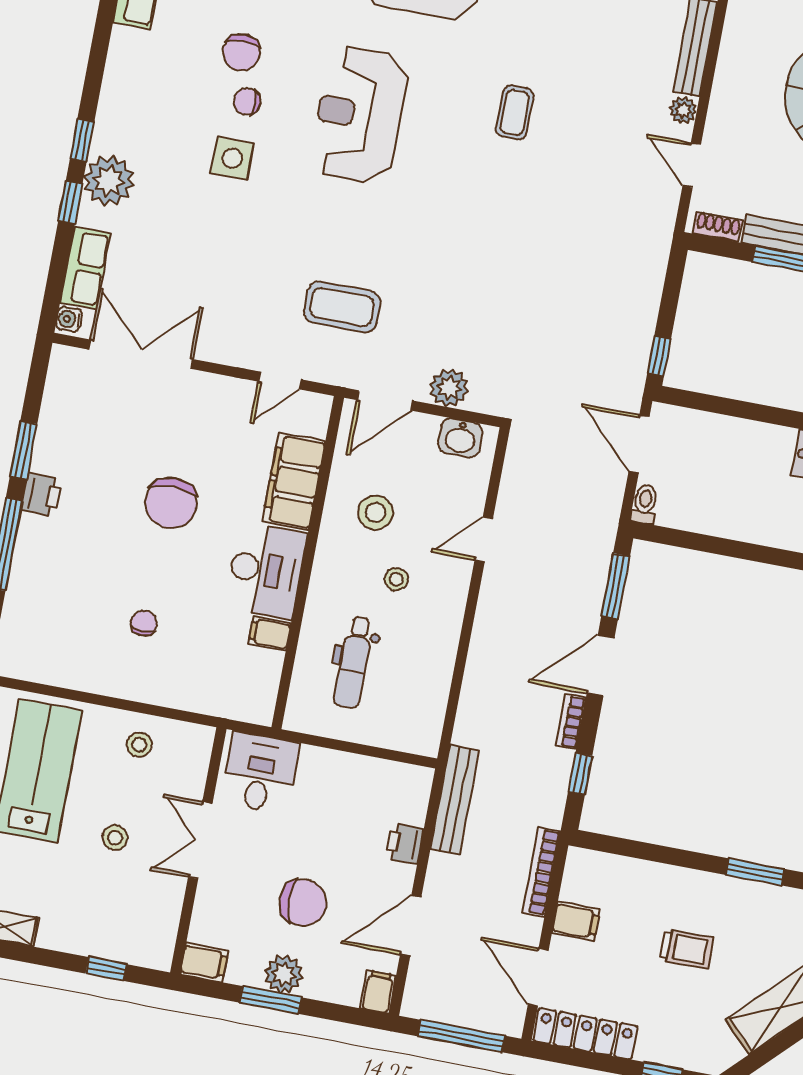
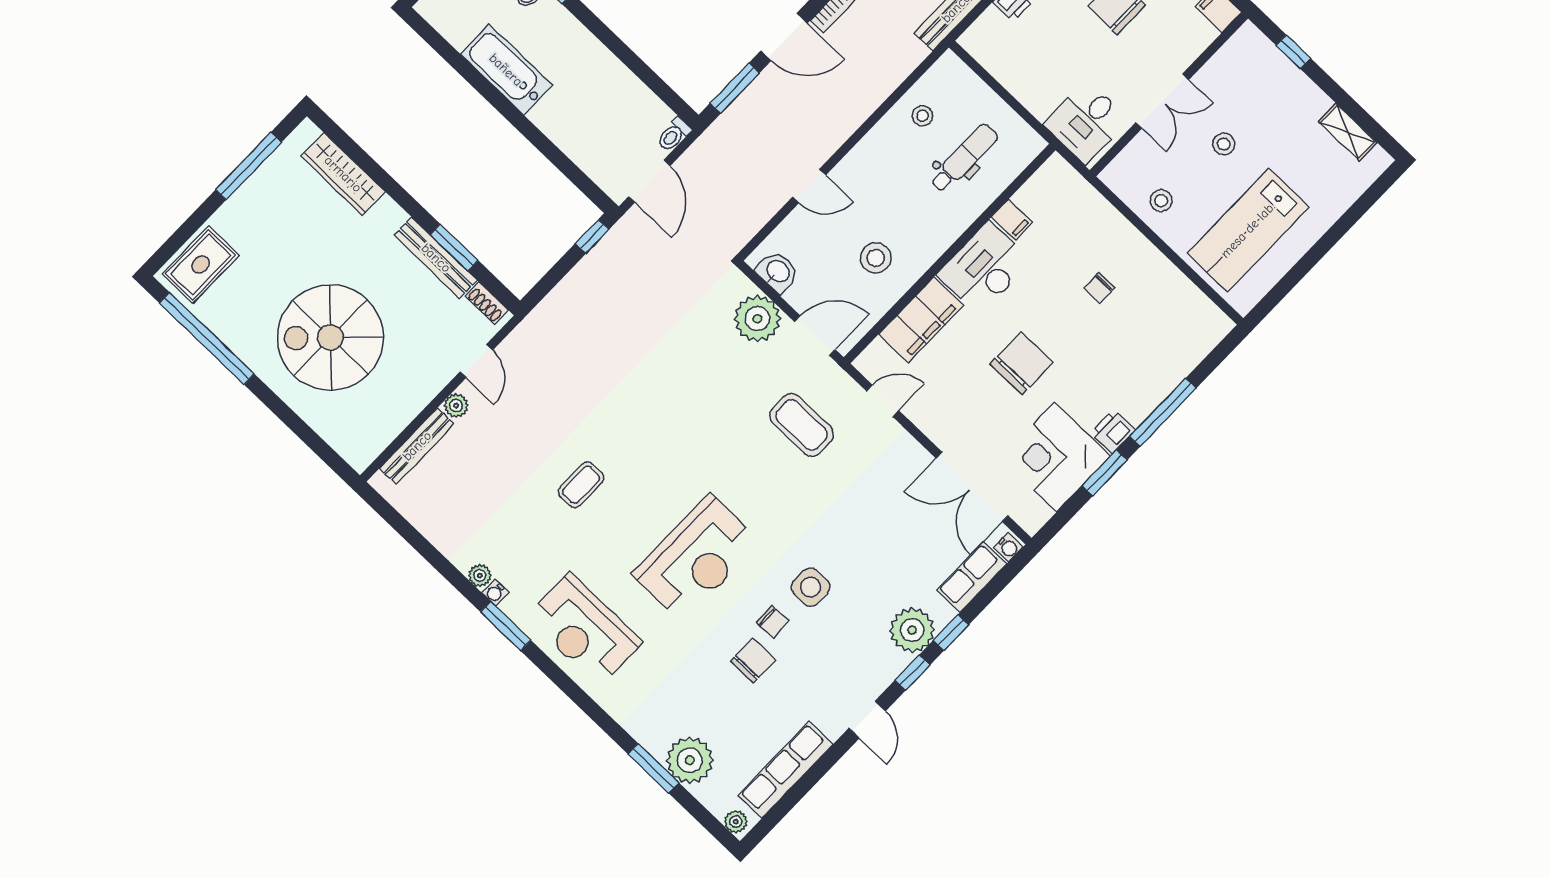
door: (96, 67) -> (867, 720), added
plant: (449, 388) -> (757, 319), width x1.36, depth x1.36
corner desk: (80, 435) -> (1055, 457), added
stool: (396, 579) -> (922, 116), moved

